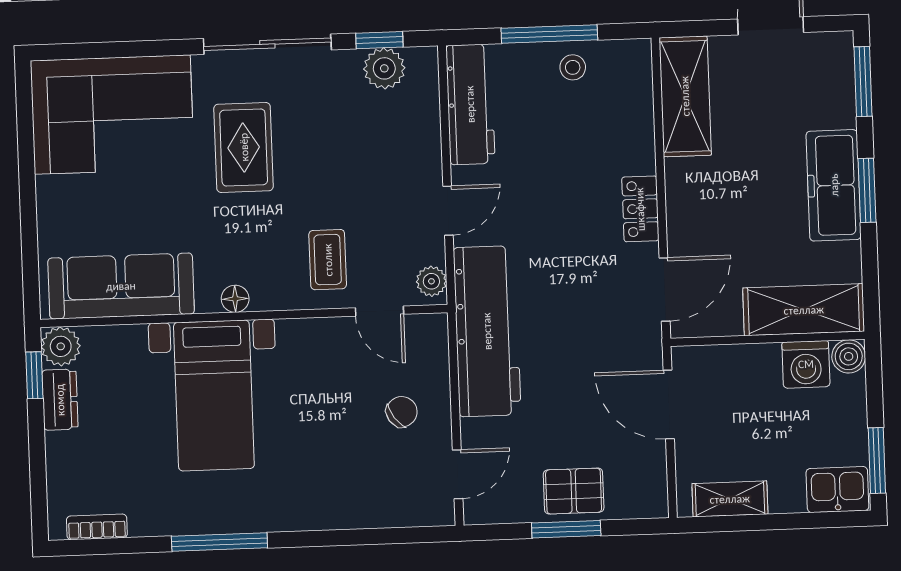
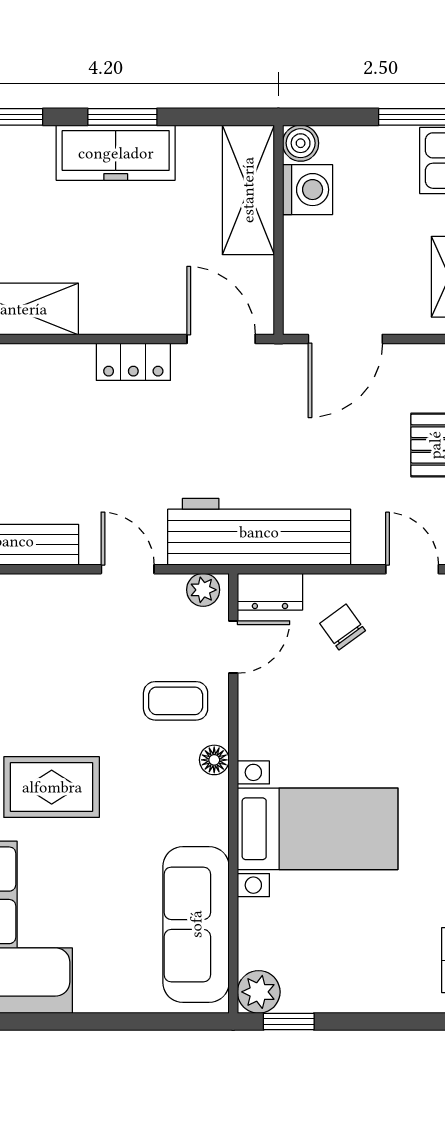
floor lamp: (235, 299) -> (214, 760), moved
dresser: (60, 400) -> (270, 592), moved, turned 180

